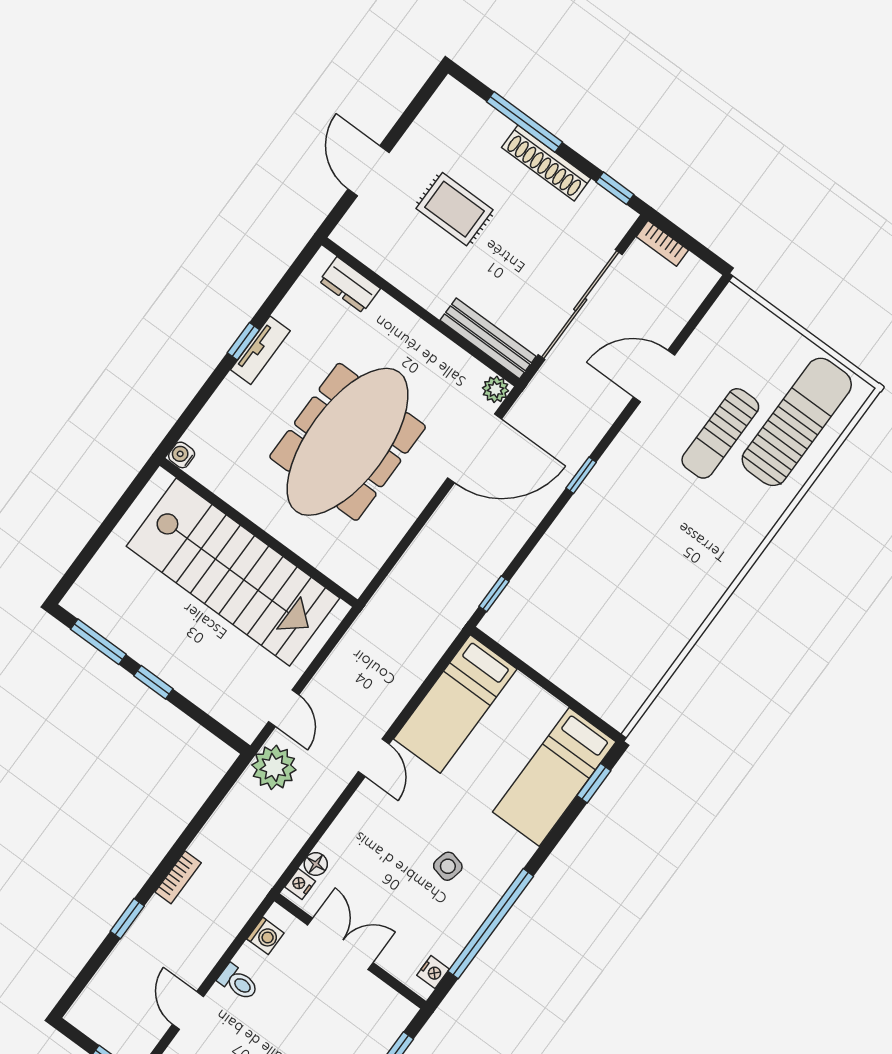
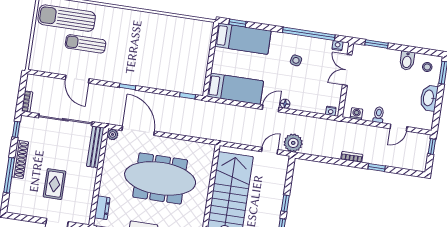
sun lounger: (720, 433) -> (85, 44), turned 180
floor lamp: (316, 864) -> (285, 104), moved
double door: (340, 944) -> (347, 70), moved

